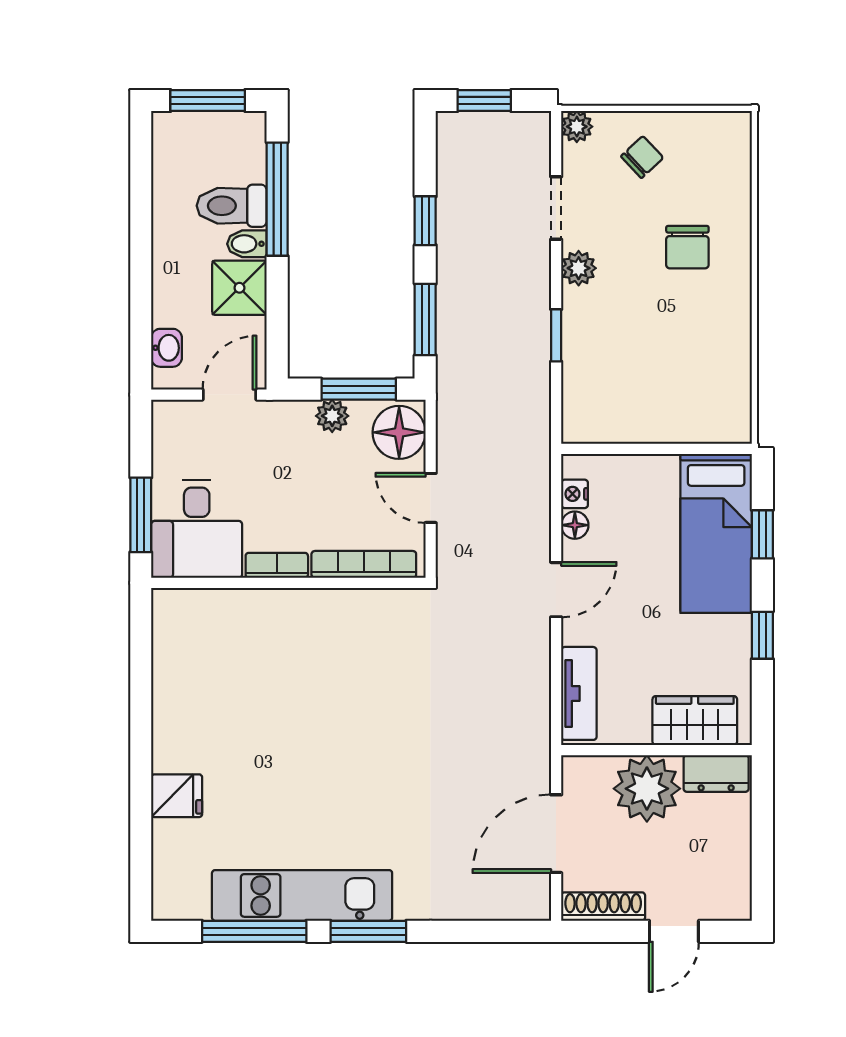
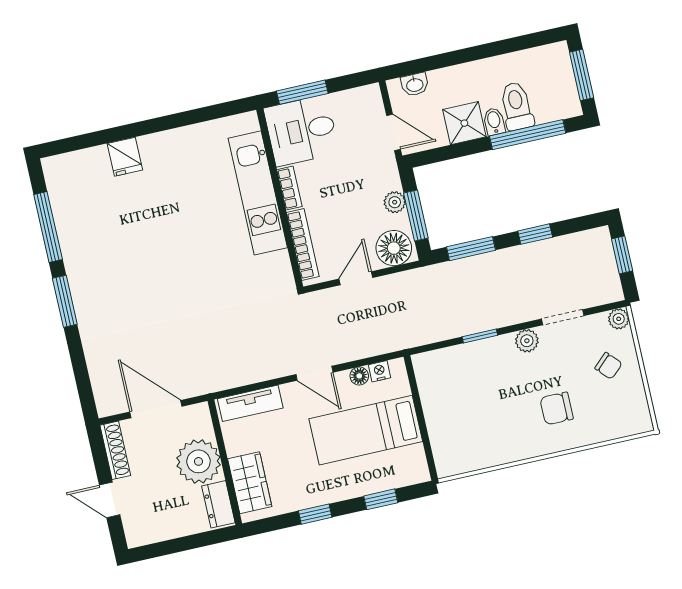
bed: (716, 533) -> (366, 430), moved
kitchen unit: (302, 895) -> (258, 193), moved, turned 180

